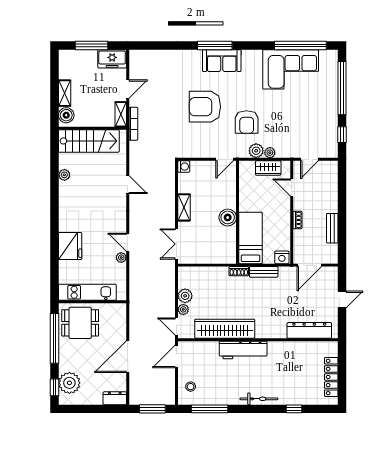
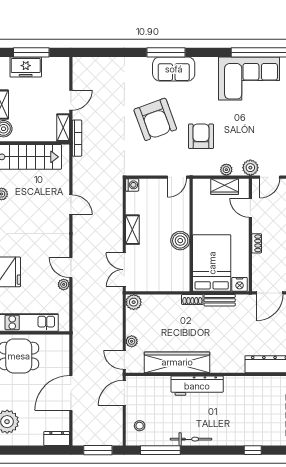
freezer: (112, 59) -> (26, 67), moved
armchair: (205, 107) -> (155, 119), turned -110
armchair: (247, 122) -> (201, 136), turned 180
plant: (256, 151) -> (250, 168), moved
bed: (251, 238) -> (212, 263), width x1.50
plant: (185, 296) -> (134, 302), moved
bicycle: (259, 399) -> (191, 439), moved

